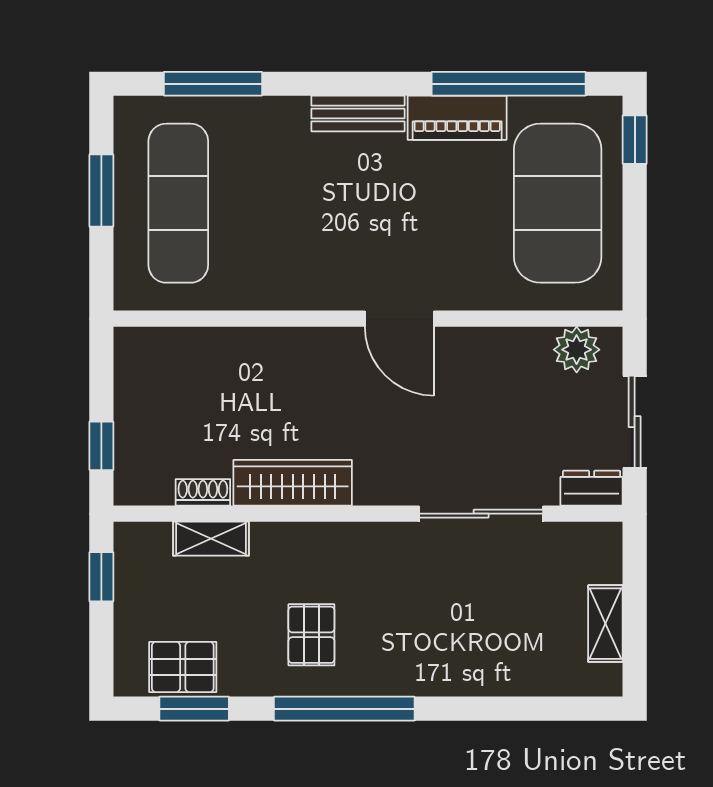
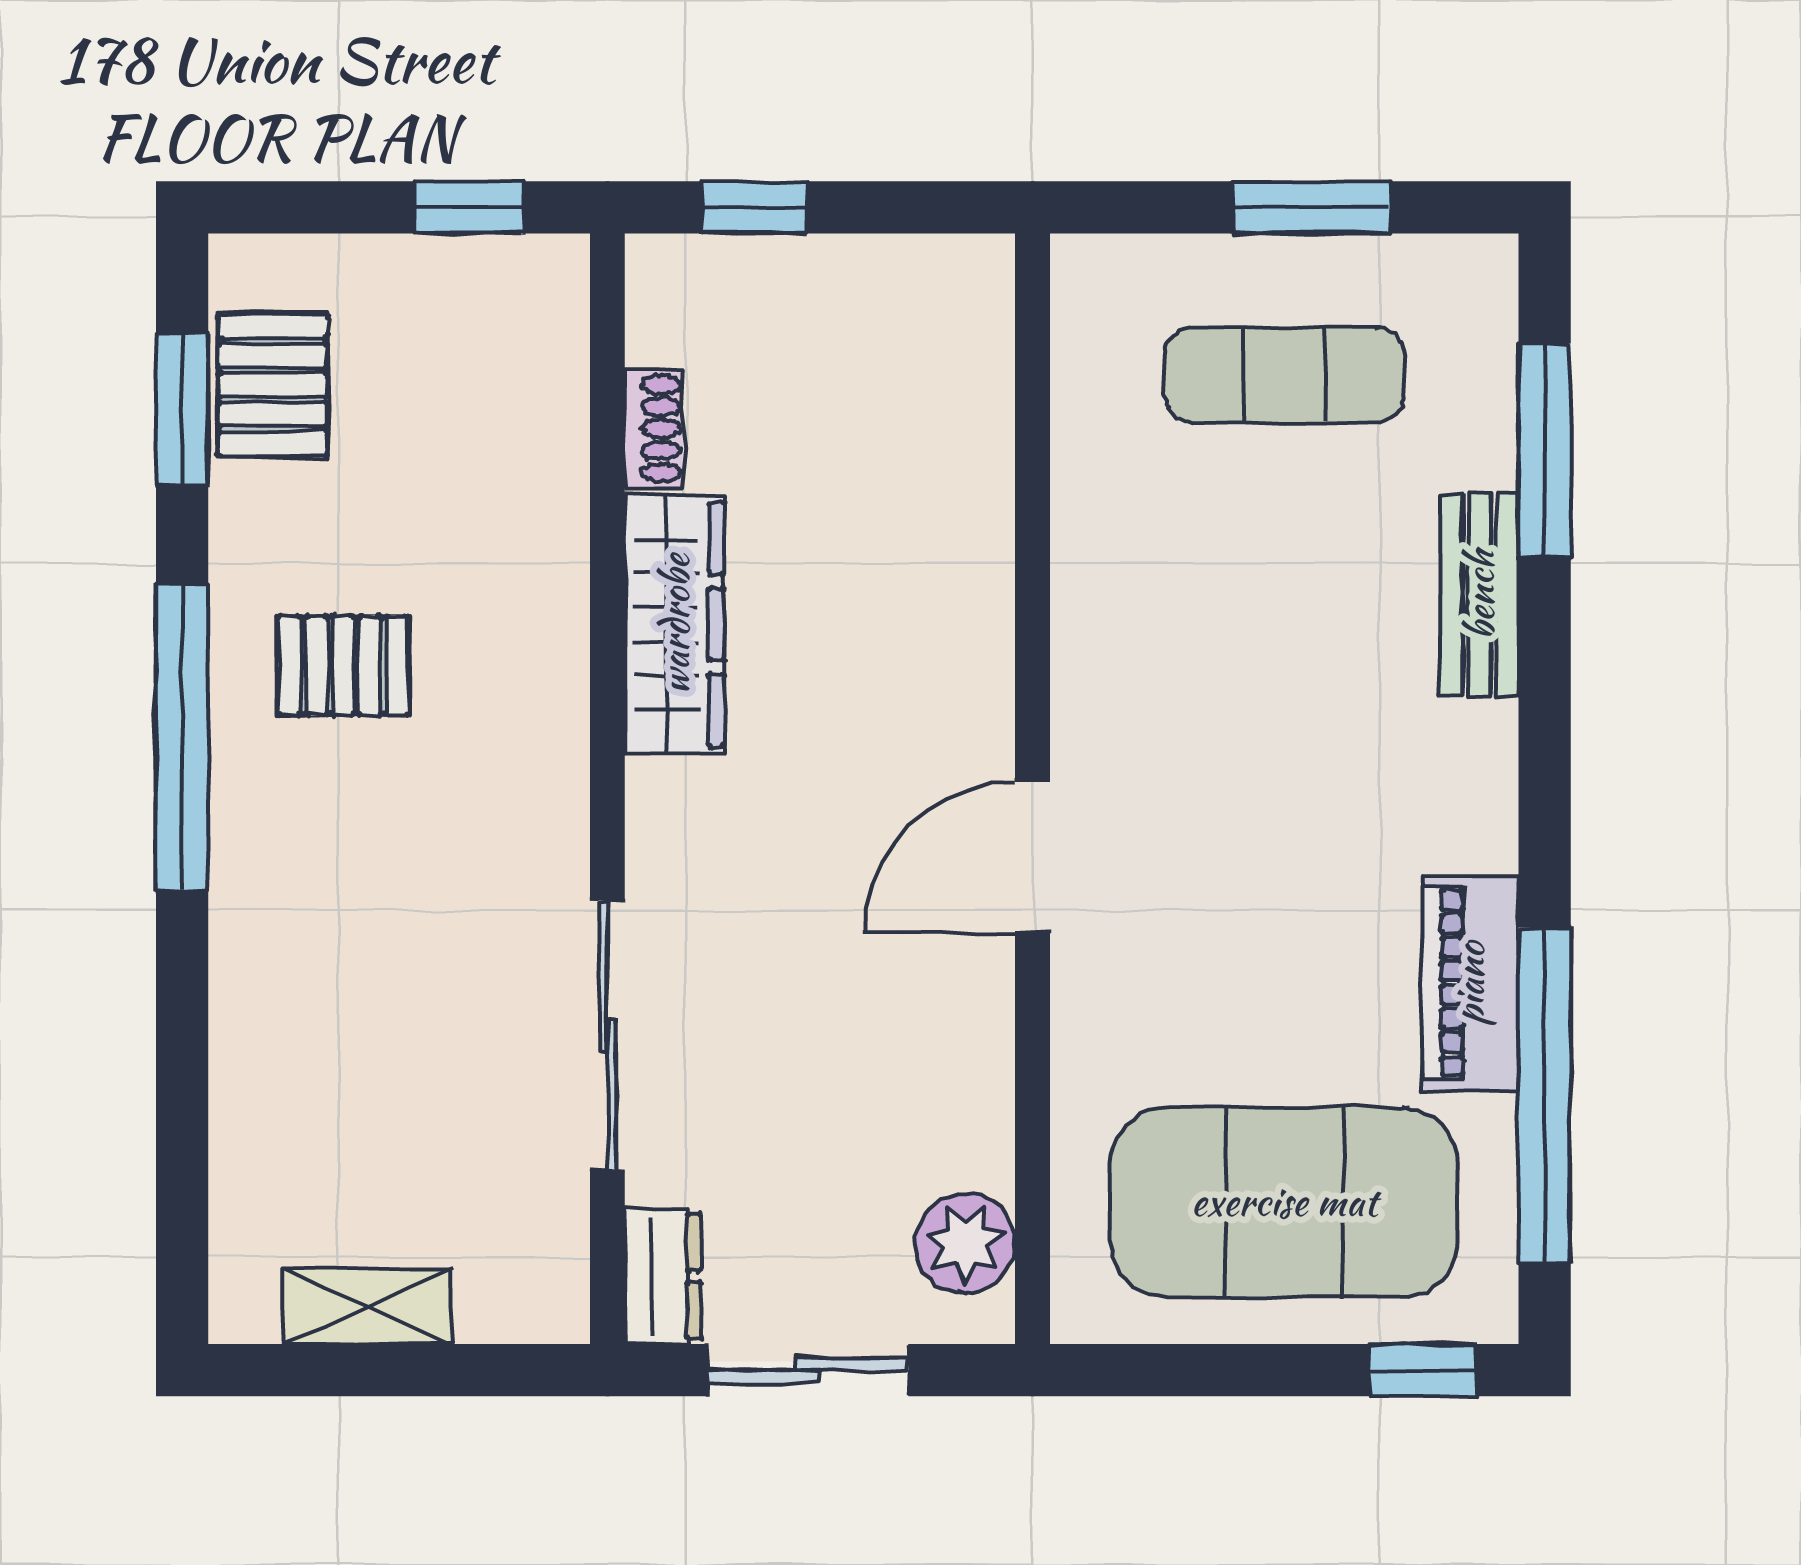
bench: (358, 113) -> (1480, 595), moved
exercise mat: (178, 203) -> (1284, 375), width x0.73, depth x0.69
shelving: (211, 539) -> (553, 446), removed

